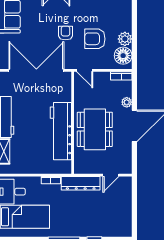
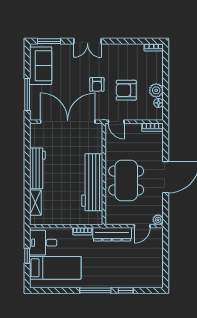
armchair: (65, 33) -> (97, 84), turned 180
floor lamp: (123, 56) -> (158, 103), width x0.53, depth x0.53
plant: (127, 102) -> (158, 220), moved

